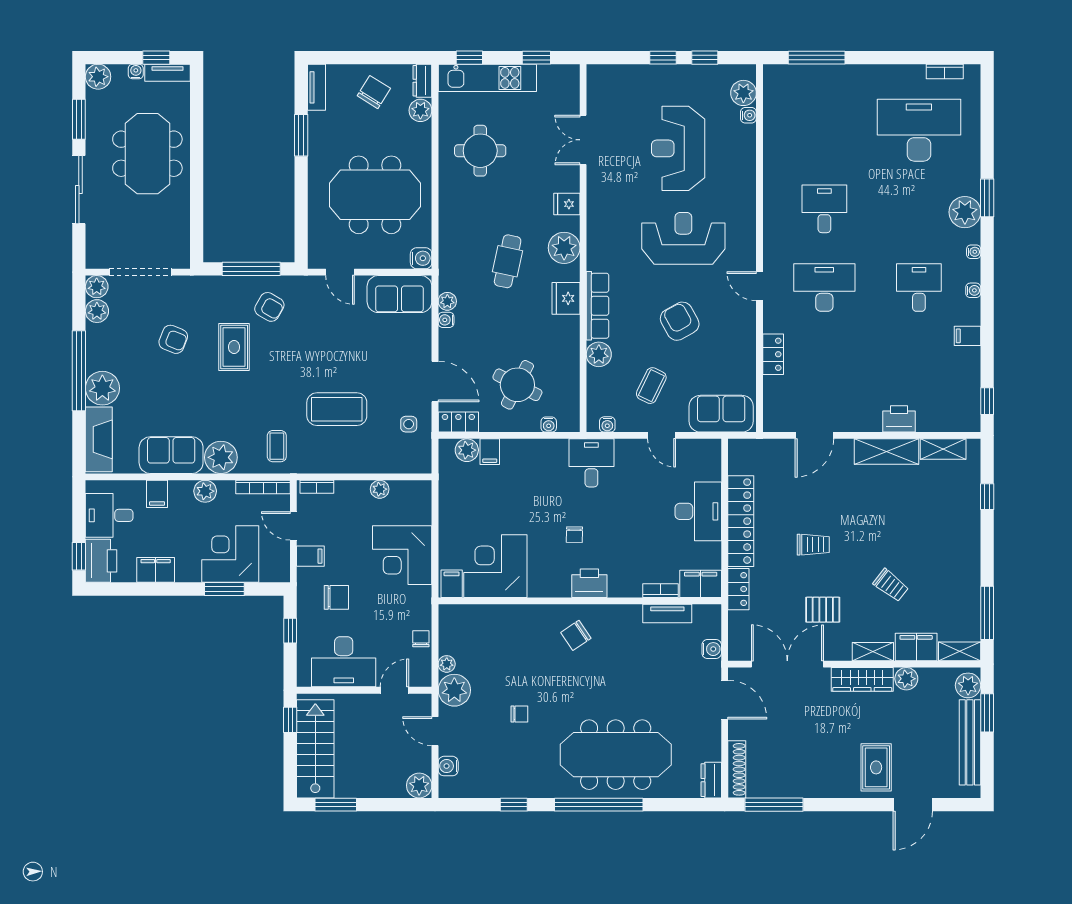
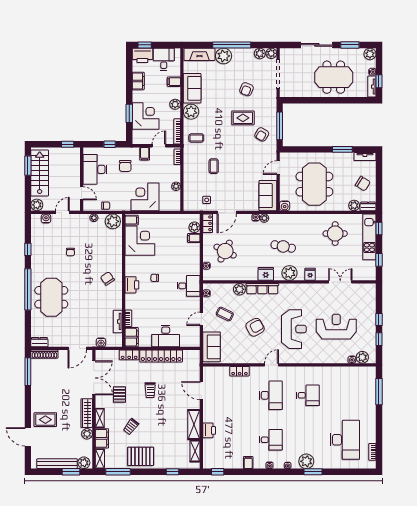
coffee table: (337, 409) -> (214, 166), width x0.54, depth x0.58
pallet: (954, 565) -> (141, 456), added
plant: (454, 690) -> (113, 221), moved
stairs: (315, 749) -> (40, 173), moved, turned -90
meeting table: (616, 755) -> (51, 297), width x0.73

